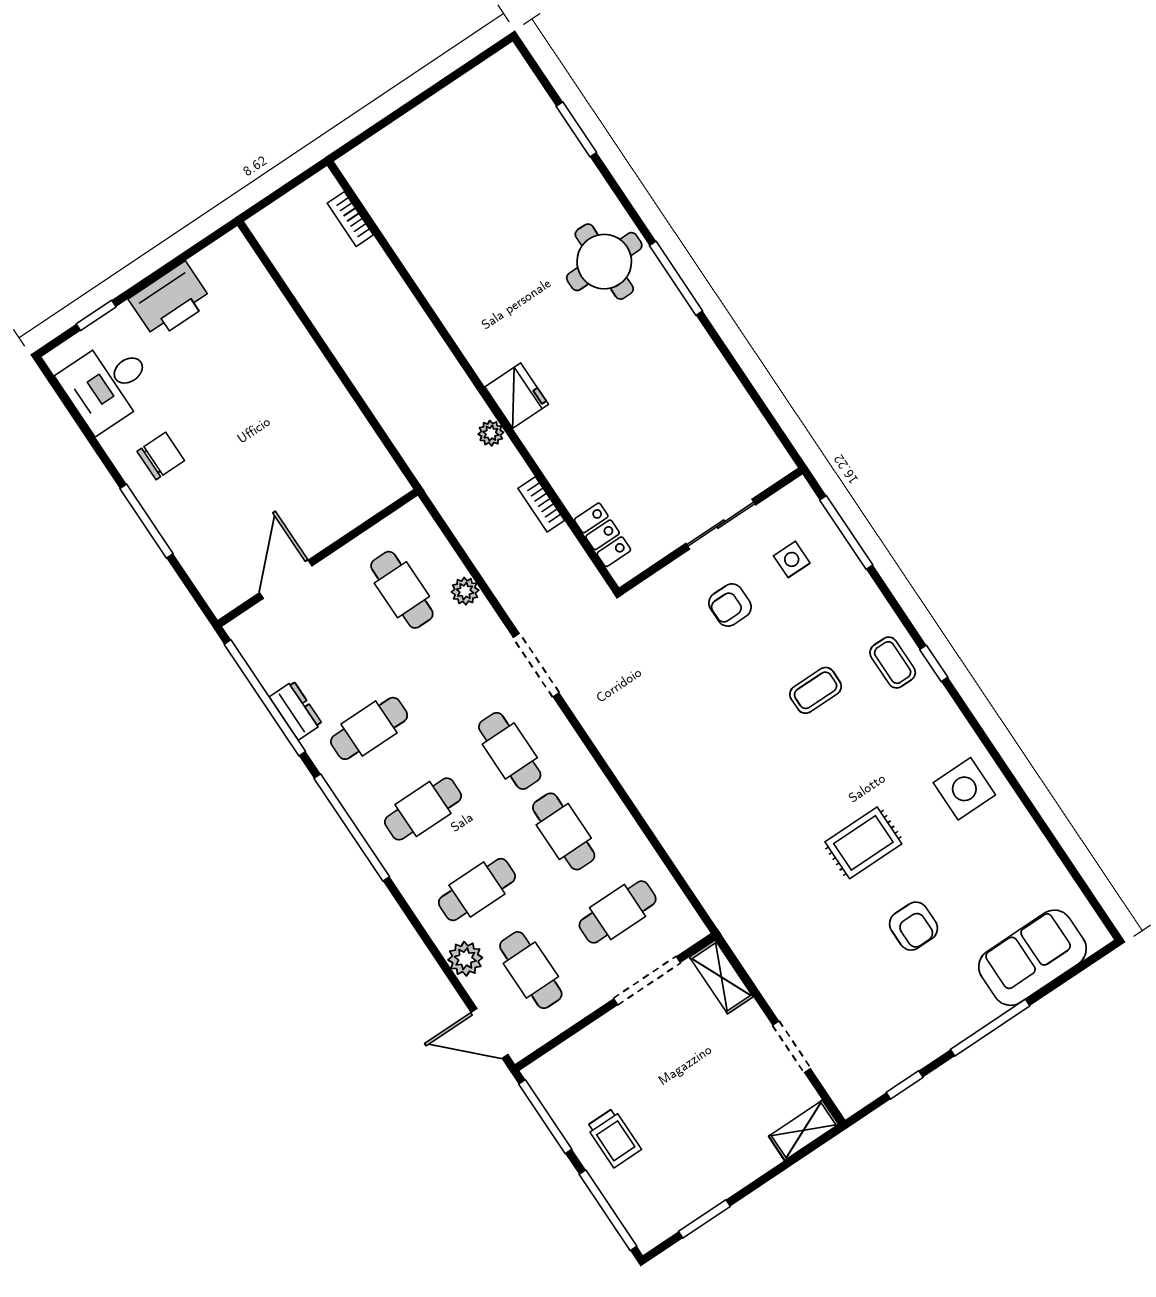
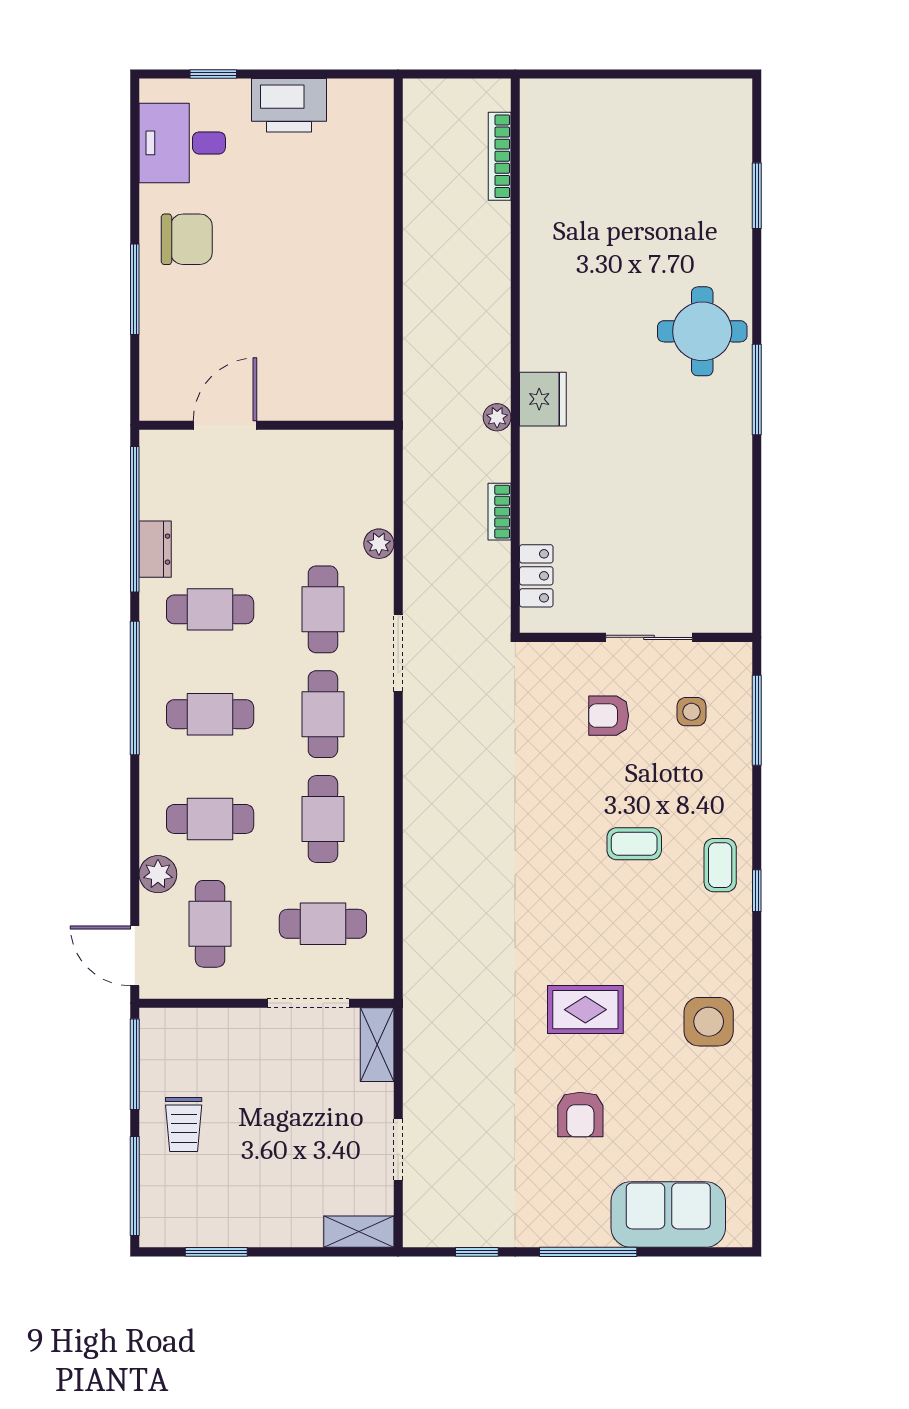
bookcase: (350, 219) -> (500, 156), width x1.56
chair: (161, 456) -> (187, 239), width x1.37, depth x1.37
cafe table: (402, 590) -> (323, 609), moved

